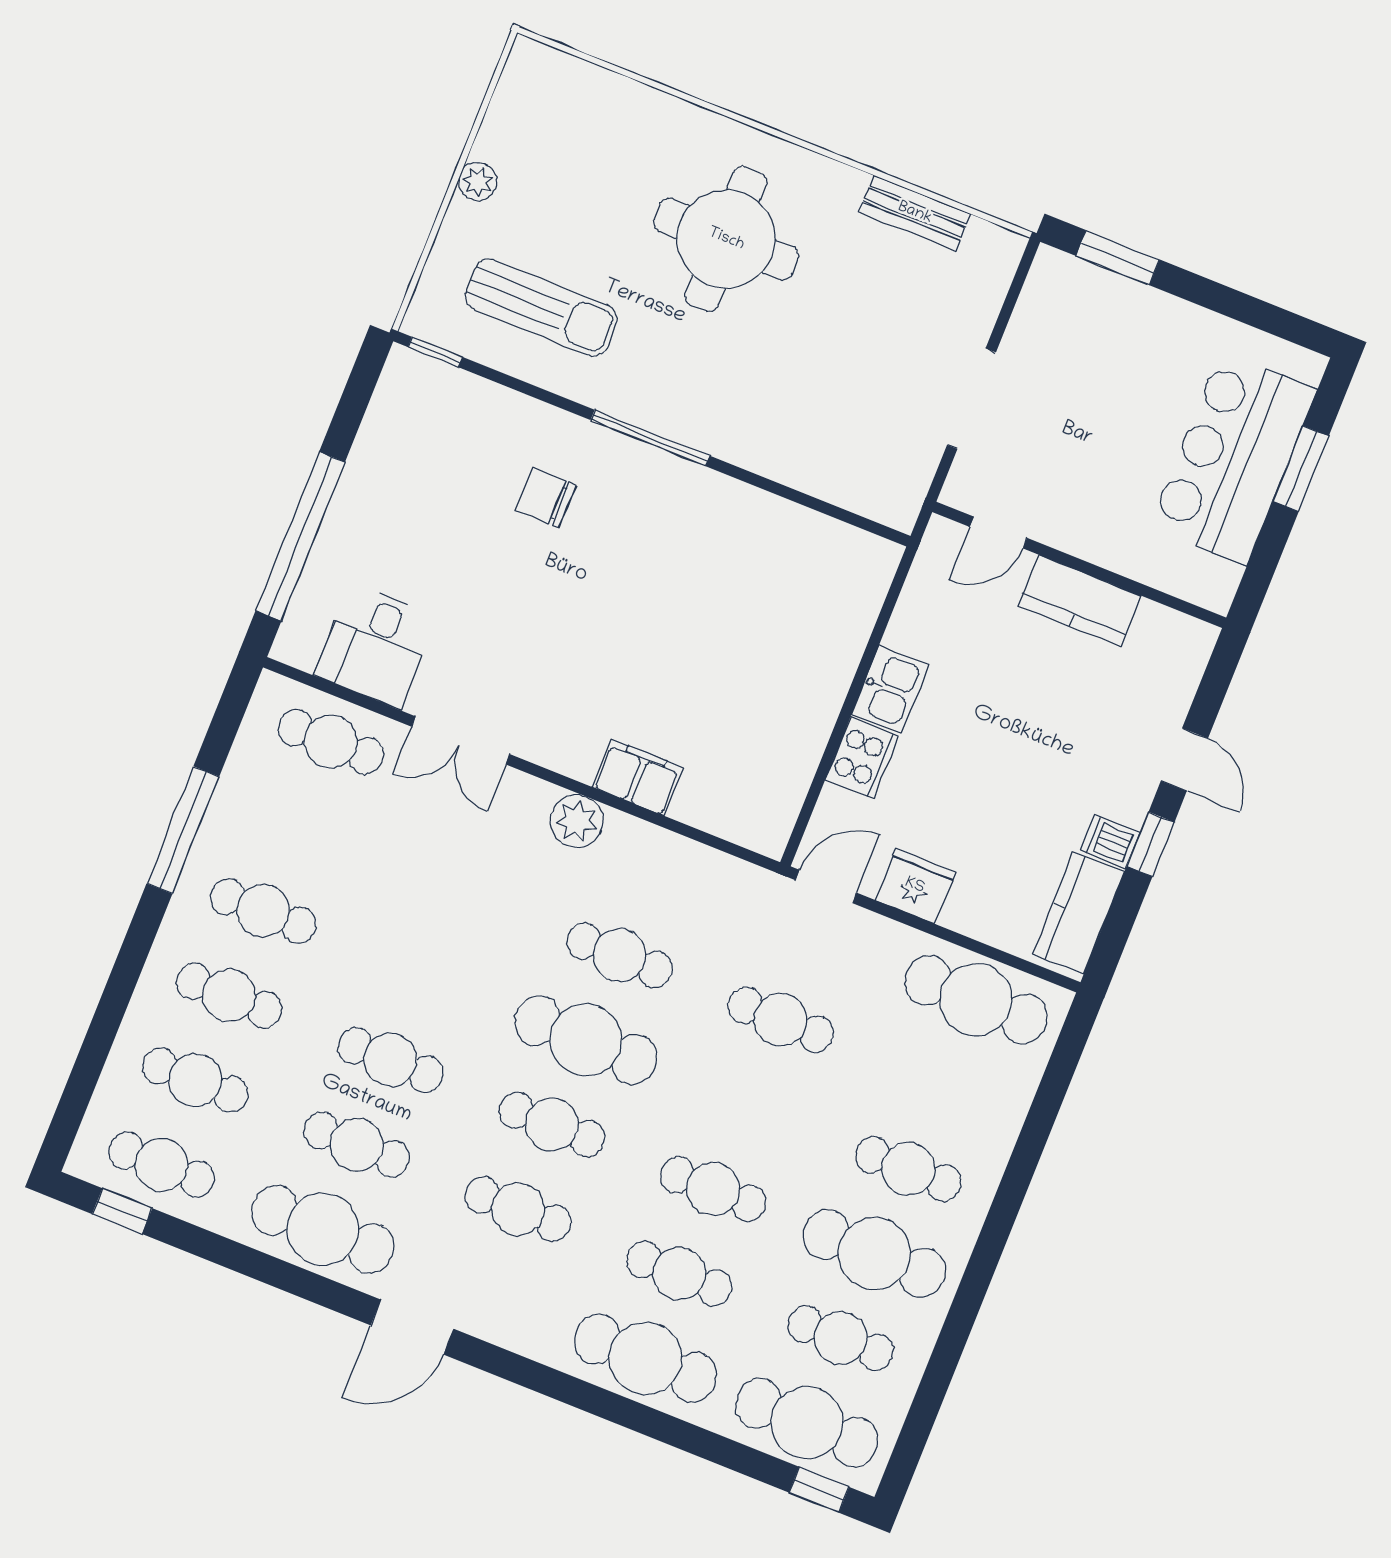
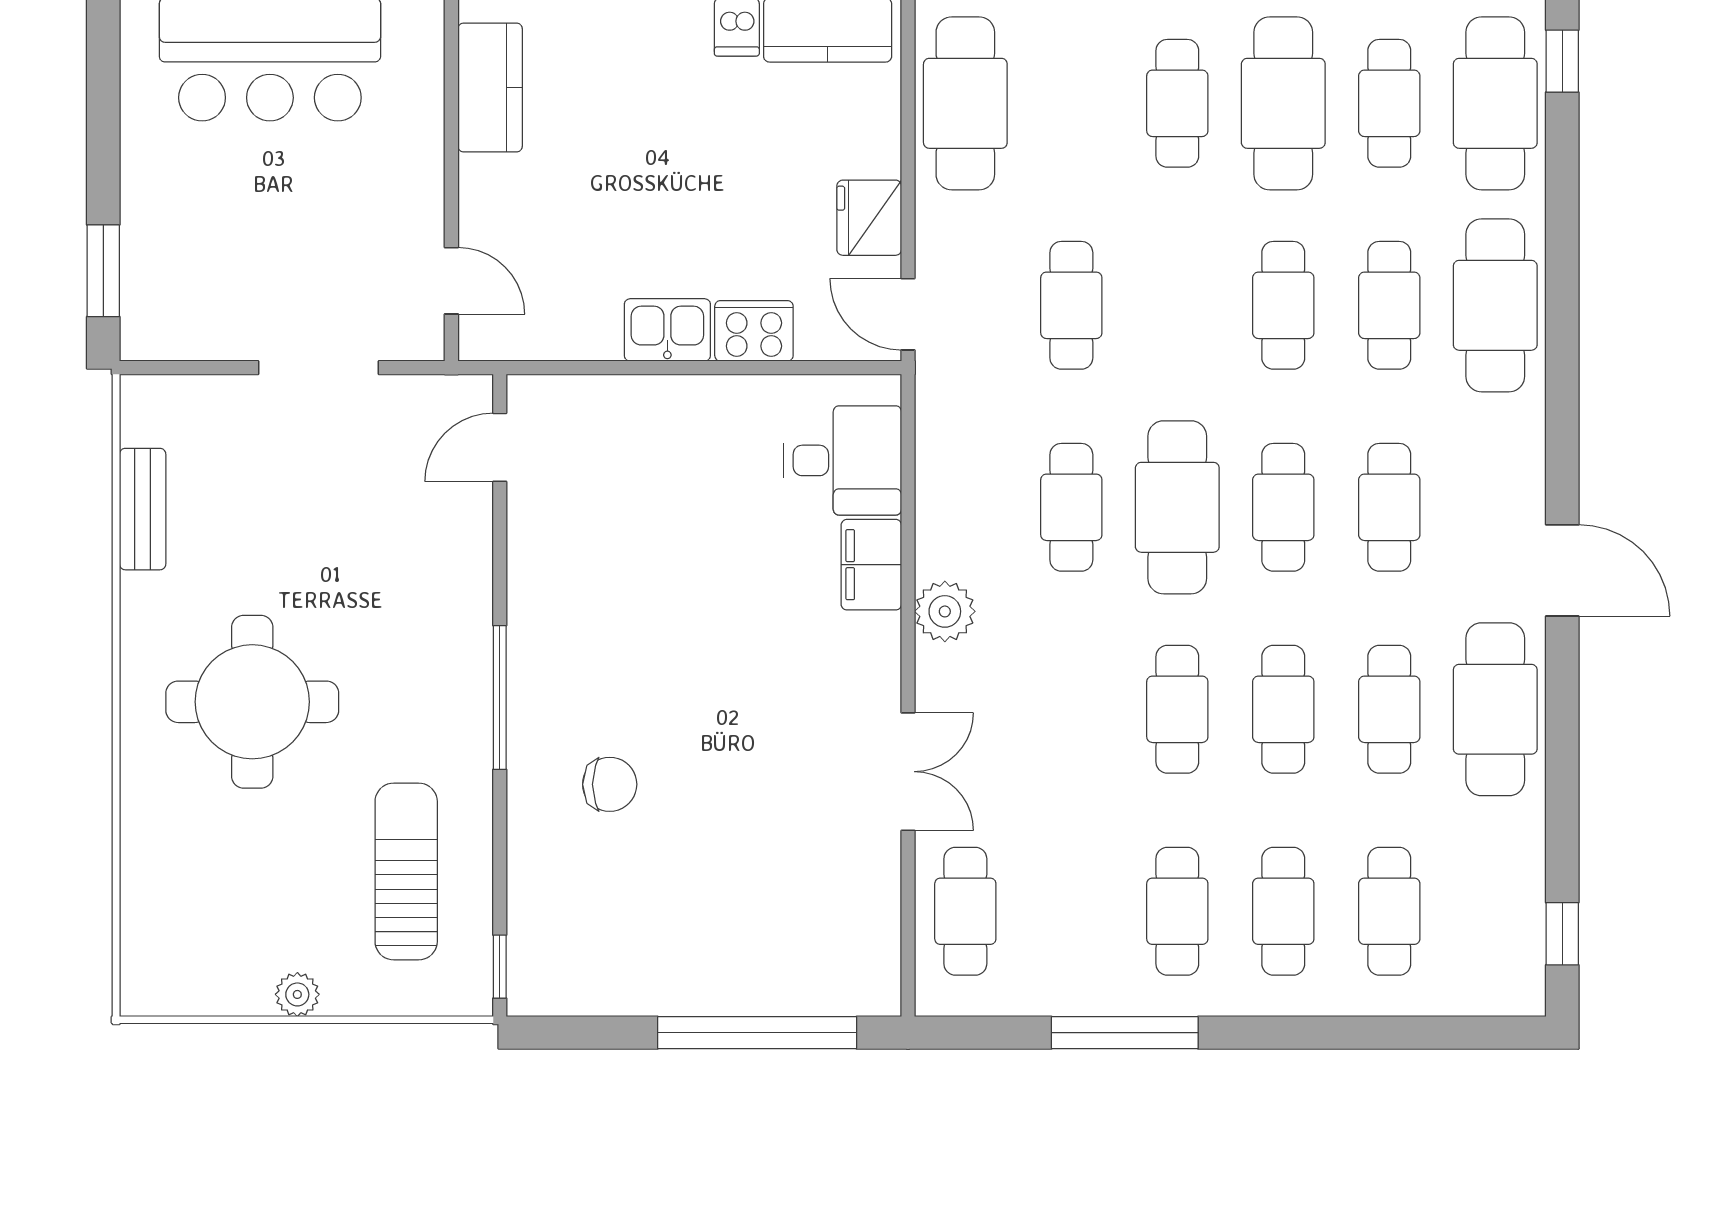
chair: (546, 498) -> (610, 784), turned -90
door: (850, 518) -> (500, 447), added
kitchen counter: (1080, 601) -> (490, 88), moved
desk: (376, 646) -> (843, 460), moved
cafe table: (161, 1165) -> (1177, 709), moved

